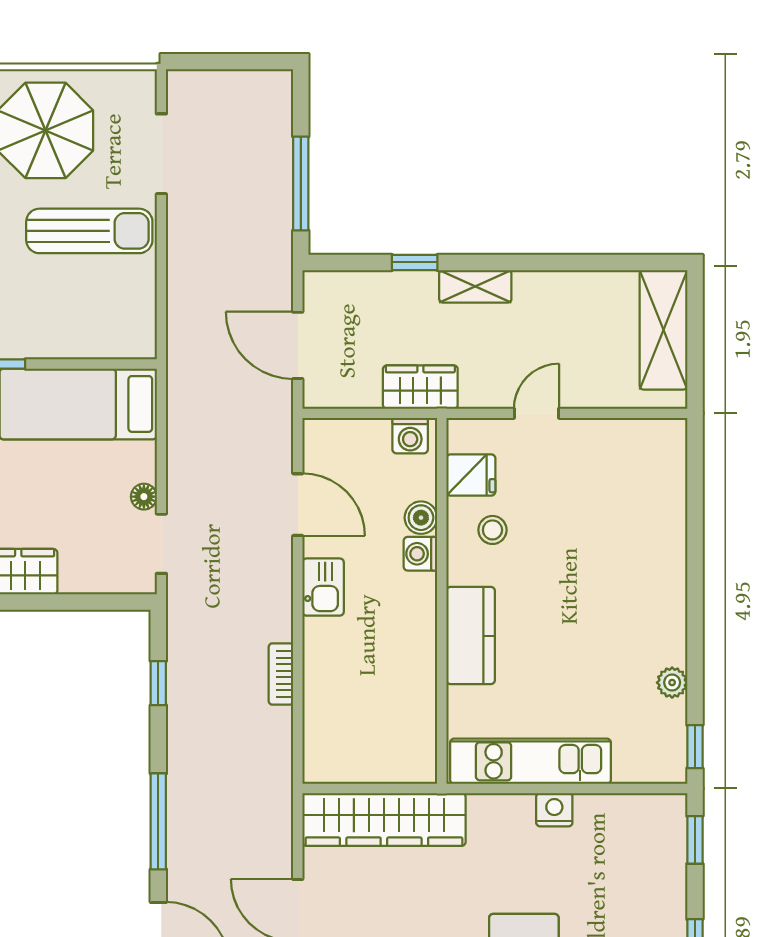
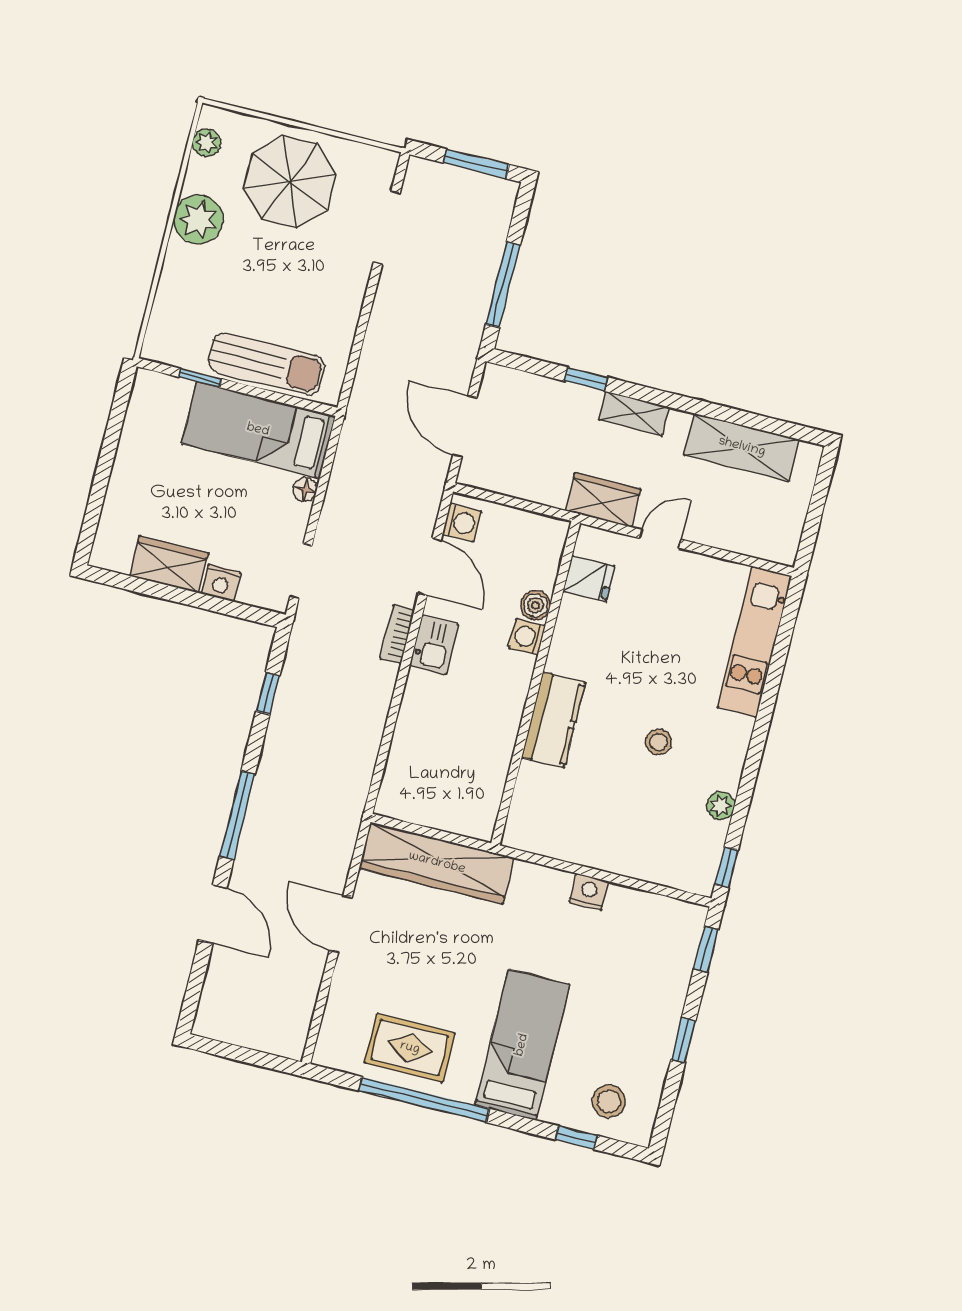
window: (240, 62) -> (476, 164), added
sun lounger: (89, 231) -> (266, 364), moved
shelving: (663, 330) -> (742, 447), moved, turned 90
wardrobe: (420, 387) -> (603, 500), moved
washing machine: (410, 436) -> (462, 523), moved, turned -90
floor lamp: (144, 497) -> (305, 490), moved
stool: (492, 530) -> (659, 742), moved
nightstand: (79, 578) -> (221, 583), added
bookcase: (281, 674) -> (397, 634), moved
kitchen unit: (531, 761) -> (754, 642), moved, turned -90

